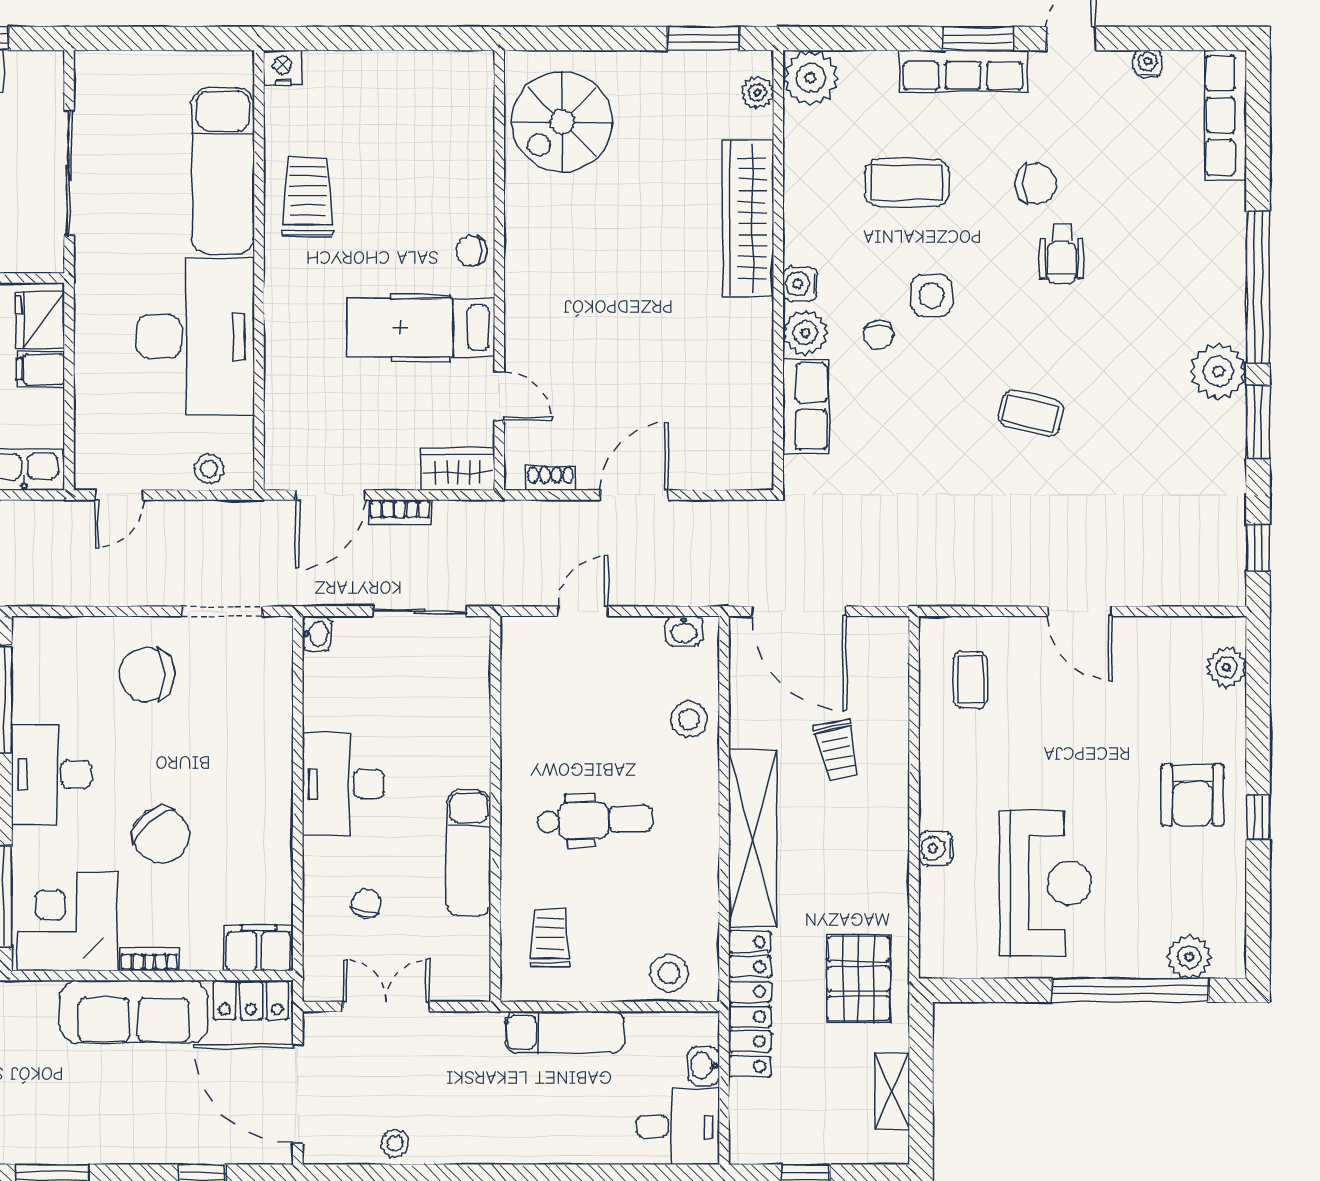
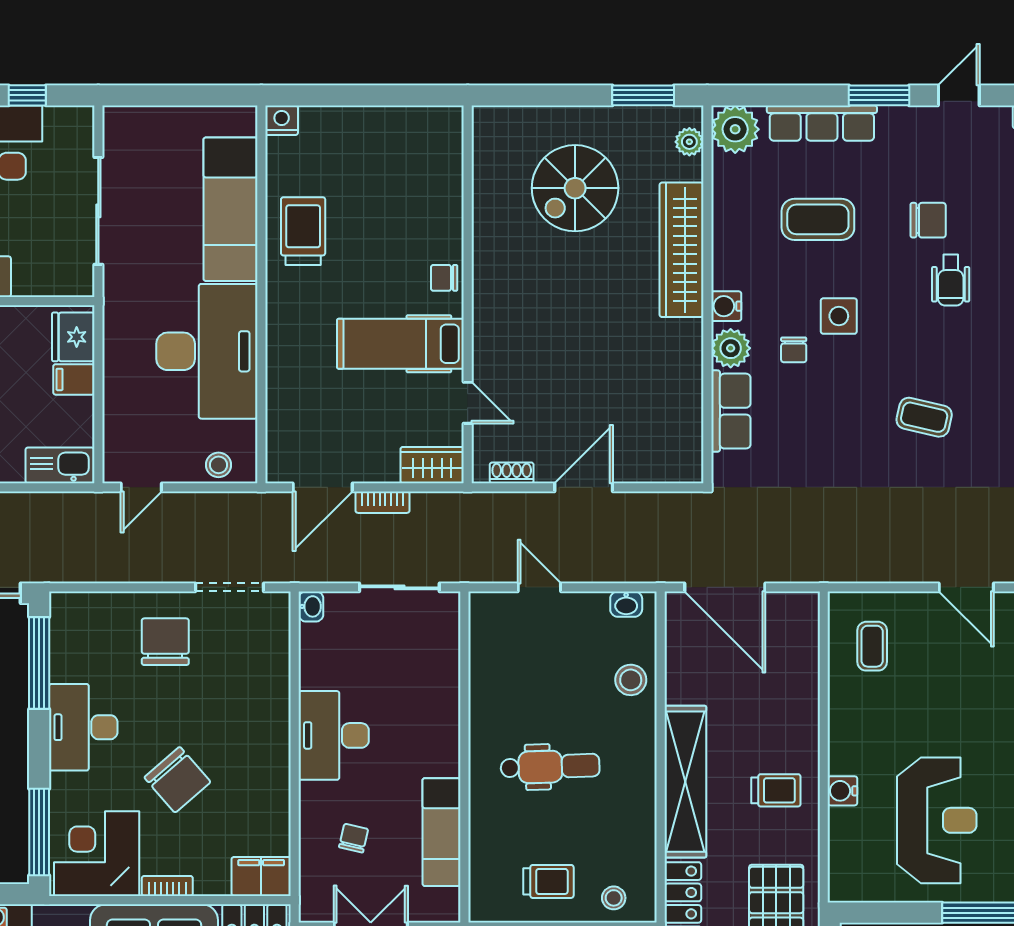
row of seats: (963, 71) -> (822, 123), moved
spiral stairs: (562, 122) -> (575, 188), moved
door: (583, 611) -> (539, 587), hinge flipped
chair: (147, 675) -> (165, 642), turned 90
trolley: (837, 750) -> (776, 790), moved, turned -78
exam couch: (469, 853) -> (441, 832), moved
trolley: (550, 938) -> (548, 881), moved, turned 90
stool: (669, 973) -> (614, 898), width x0.73, depth x0.73

